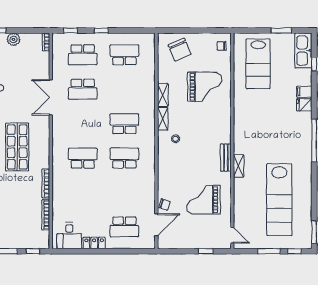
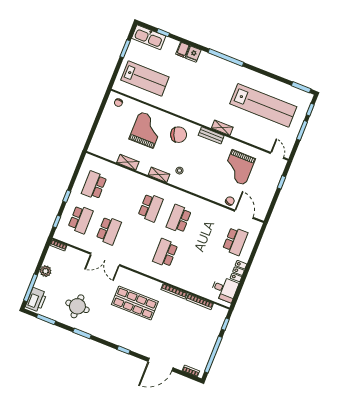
chair: (180, 50) -> (179, 135), moved
shelving: (163, 95) -> (128, 162), moved
school desk: (124, 124) -> (151, 208), turned 180
door: (232, 235) -> (277, 155), hinge flipped

